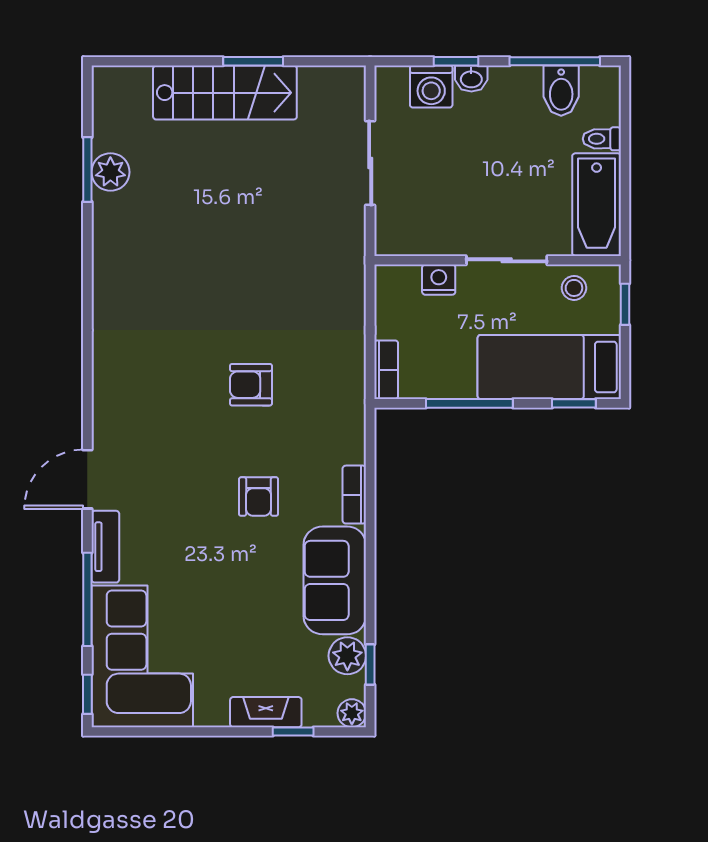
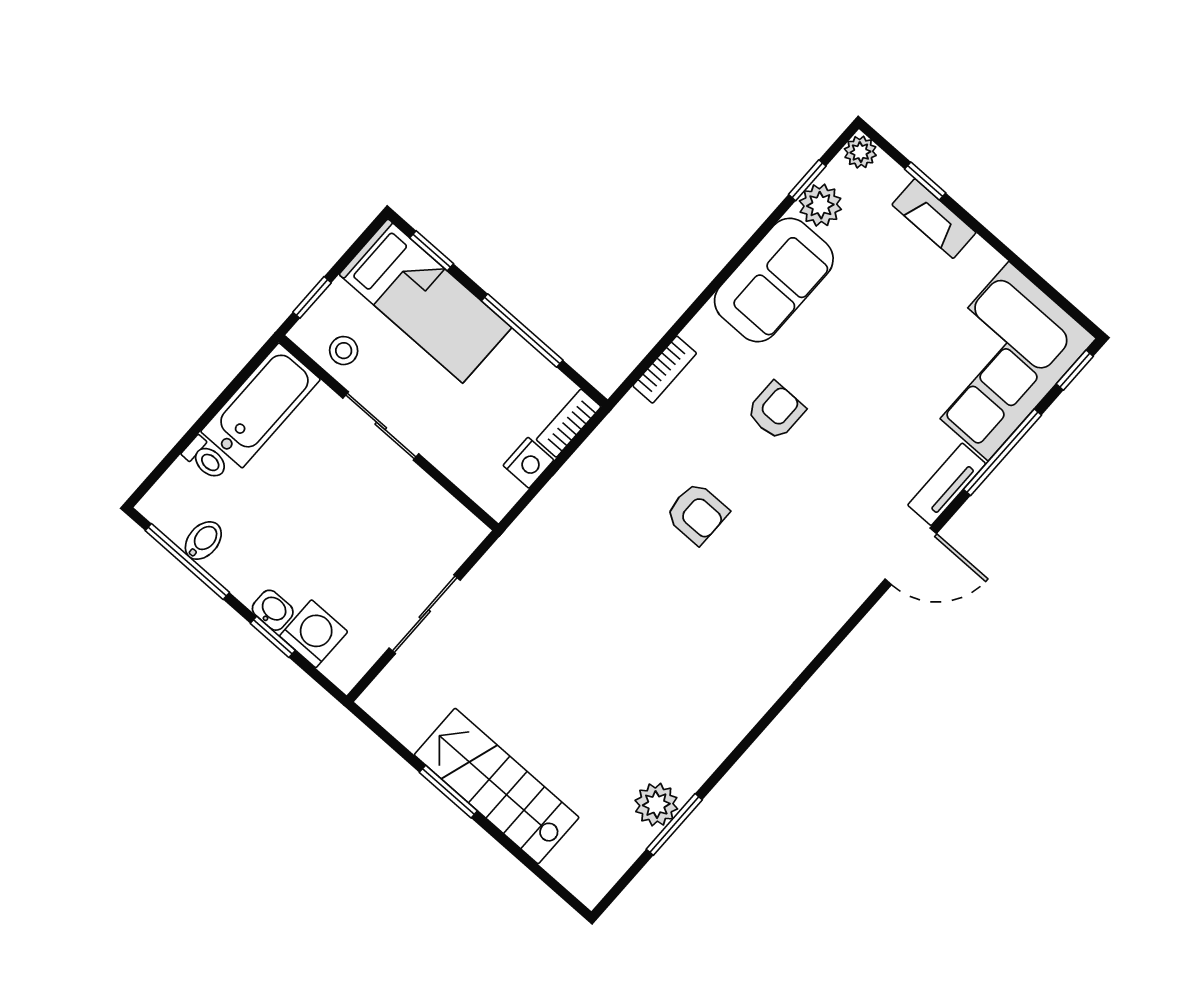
bidet: (561, 91) -> (203, 541), width x0.72, depth x0.74
nightstand: (439, 280) -> (528, 463), moved, turned -90
bookcase: (354, 495) -> (665, 370), moved

